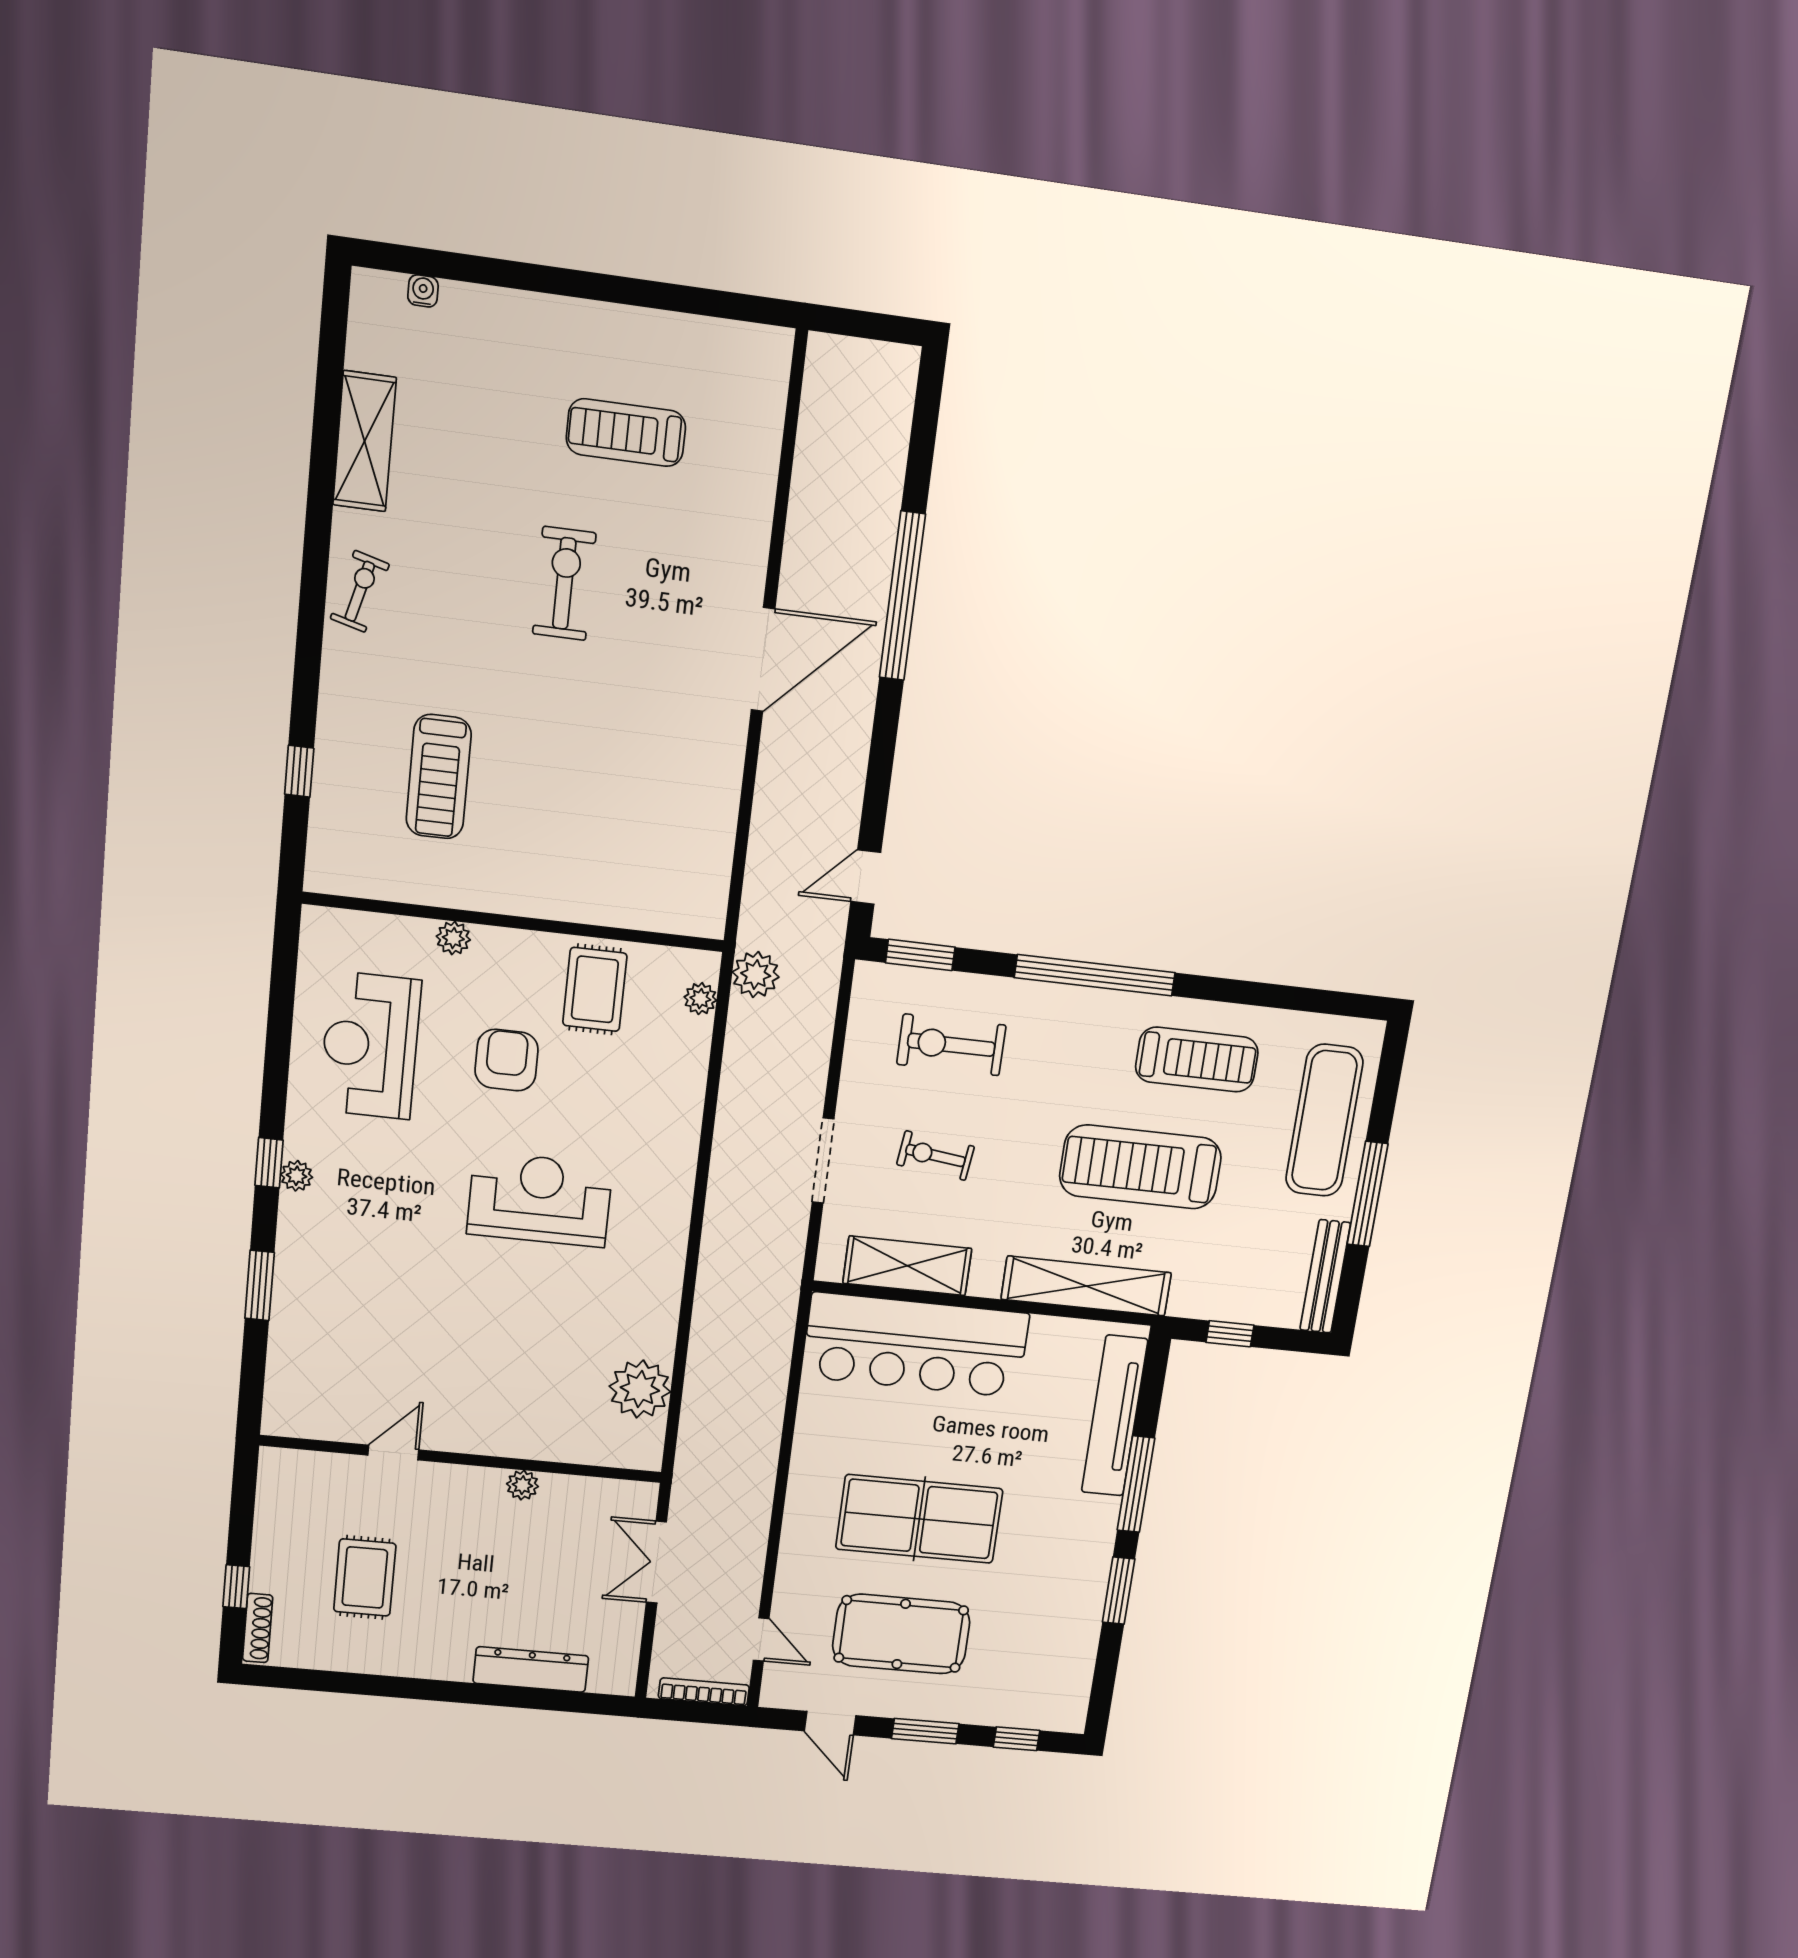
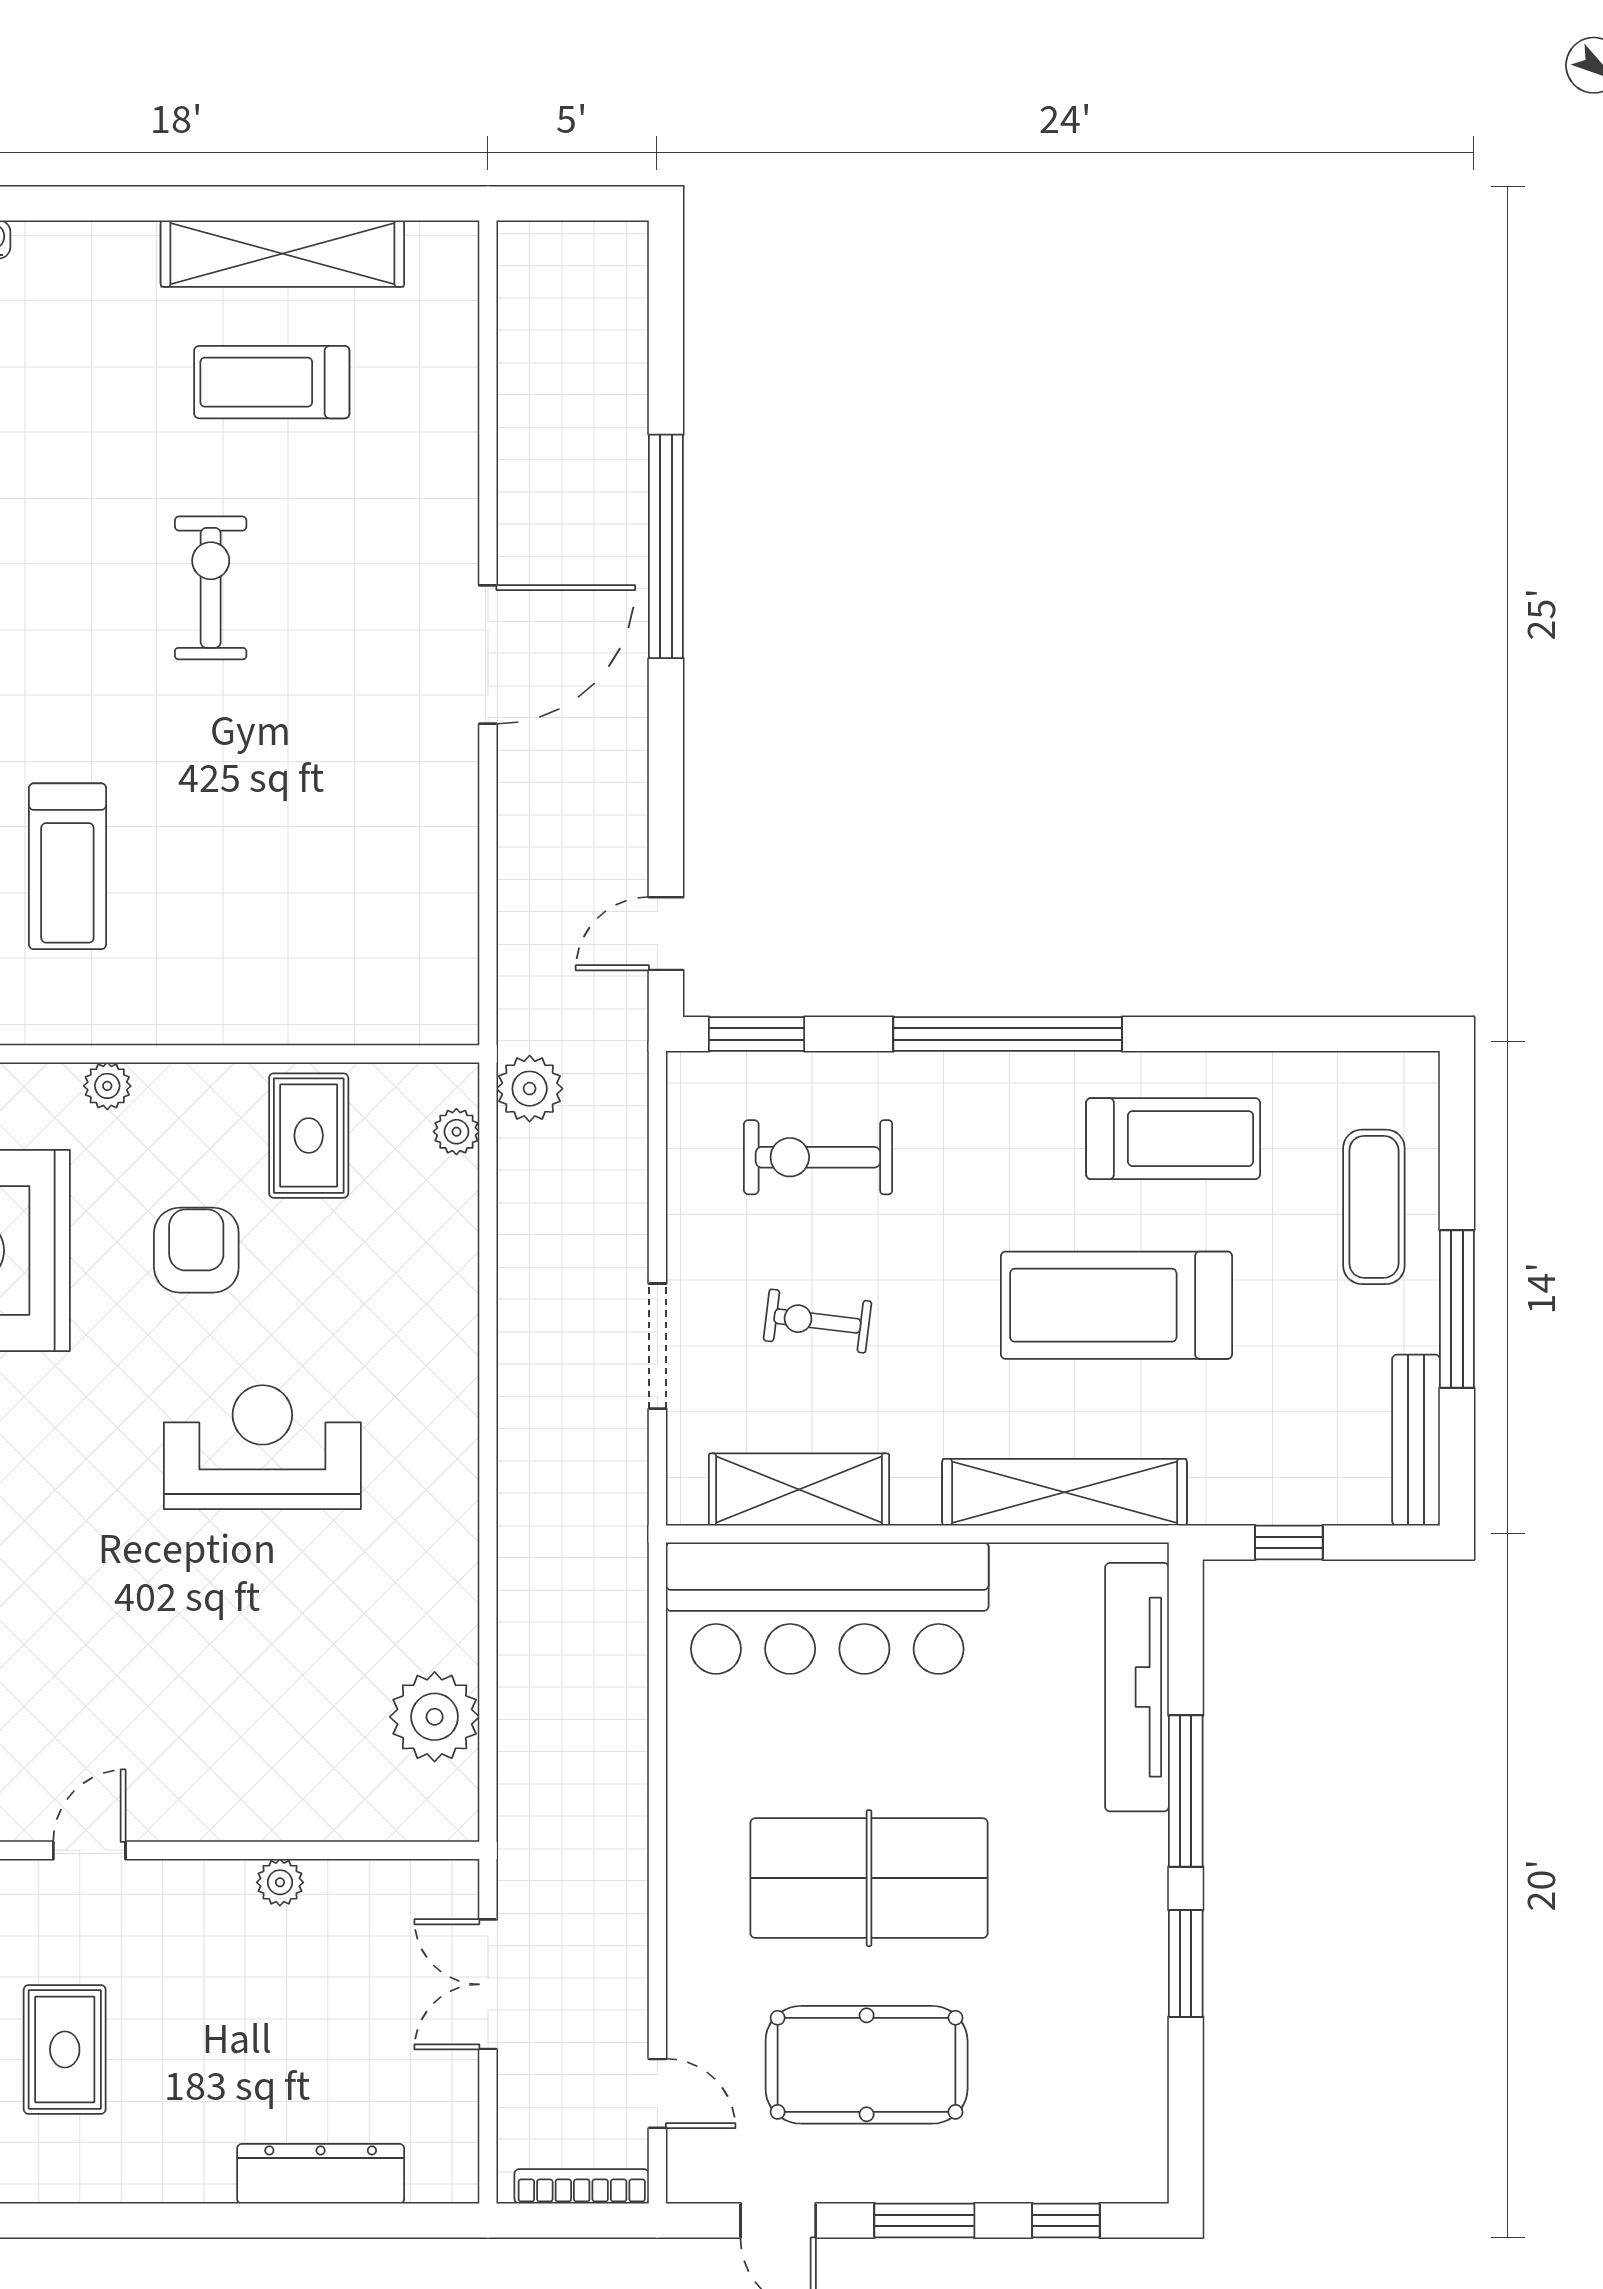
shelving: (644, 334) -> (282, 254), added
exercise mat: (1324, 1120) -> (1374, 1207), width x0.73, depth x0.69

